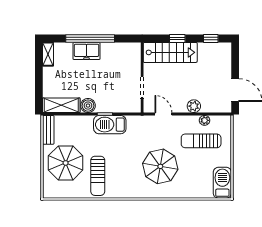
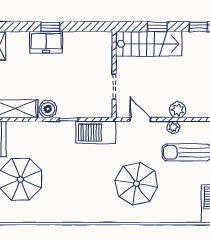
window: (90, 39) -> (50, 27), width x0.32
plant: (205, 120) -> (173, 127), moved
barbecue: (110, 125) -> (96, 132), moved
sun lounger: (98, 176) -> (60, 195), removed

